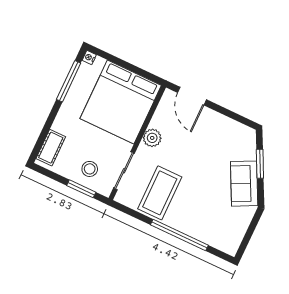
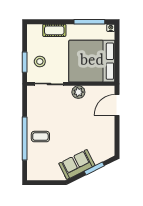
cot: (51, 148) -> (54, 30), moved
coffee table: (160, 193) -> (40, 137), moved, width x0.54, depth x0.58

